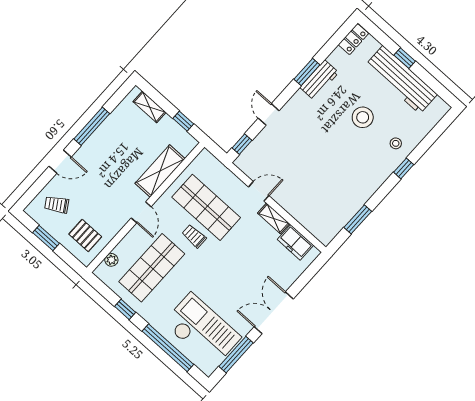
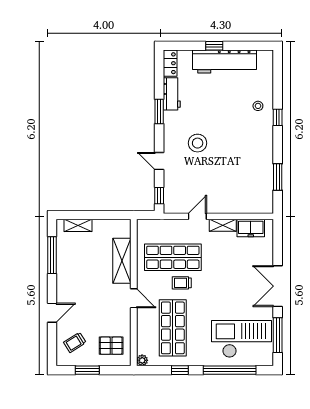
workbench: (319, 80) -> (172, 94), moved
stool: (363, 117) -> (198, 143), moved
window: (183, 121) -> (108, 215), removed
window: (92, 126) -> (52, 255), moved
plant: (111, 260) -> (142, 360), moved

